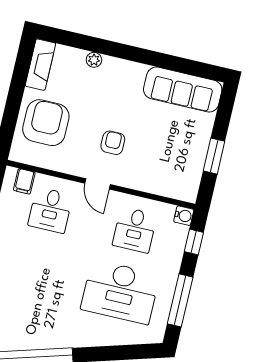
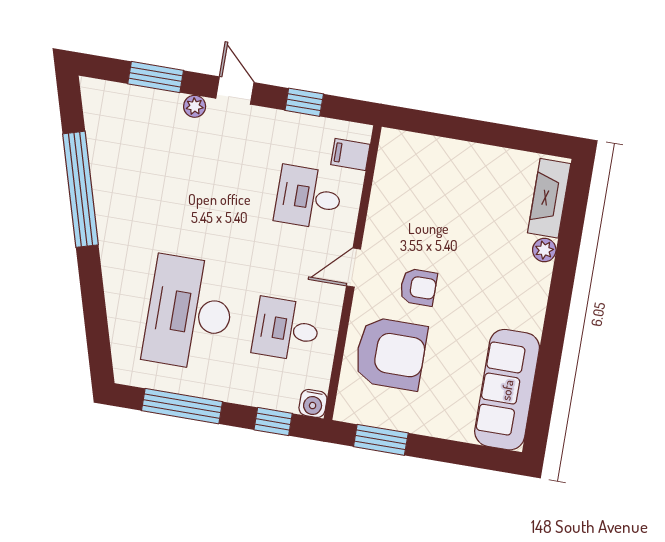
fireplace: (40, 65) -> (549, 198), moved, turned 90
armchair: (46, 123) -> (391, 354), moved
window: (214, 156) -> (381, 440), moved

